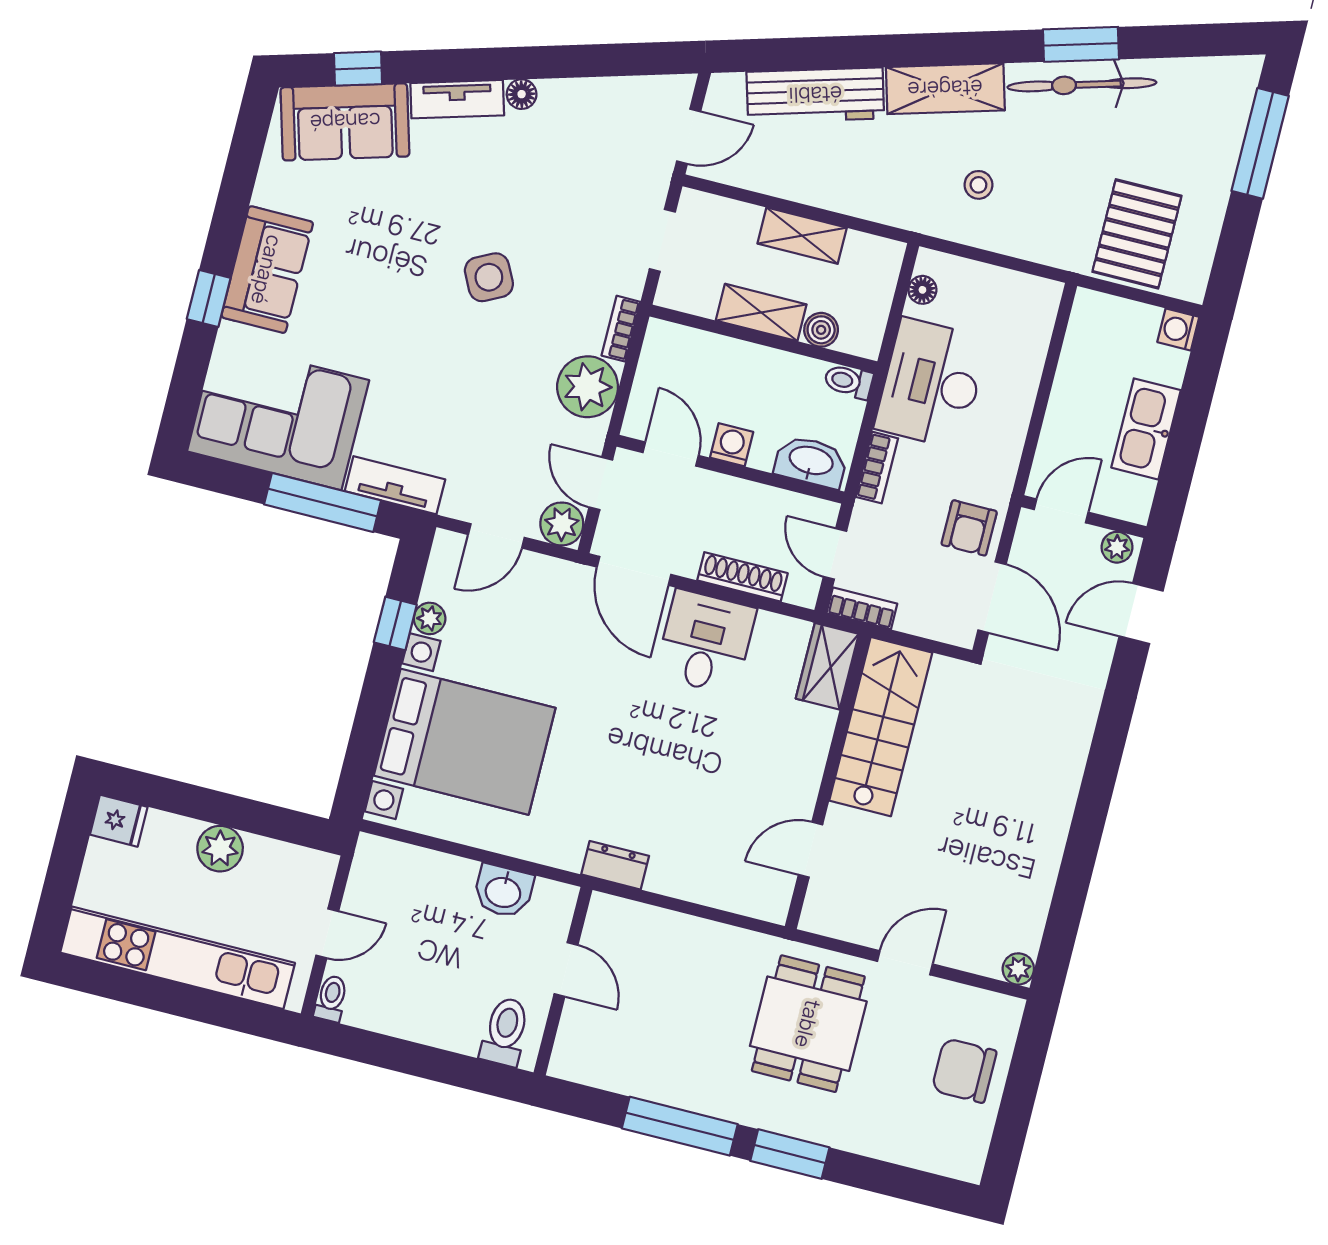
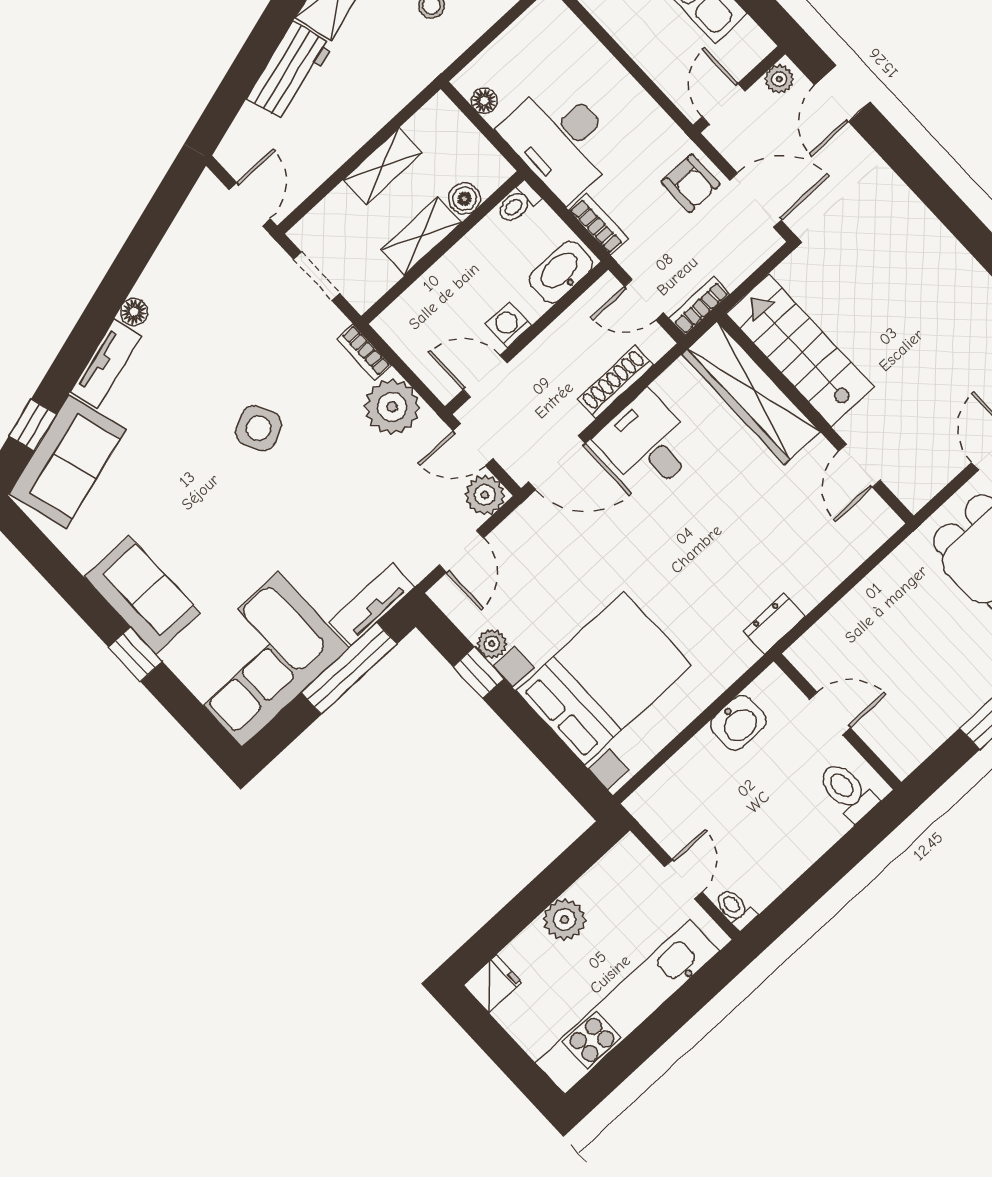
workbench: (815, 95) -> (290, 72), width x0.73
wardrobe: (827, 666) -> (751, 393), width x2.10, depth x1.17

